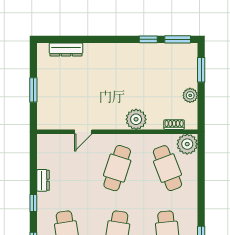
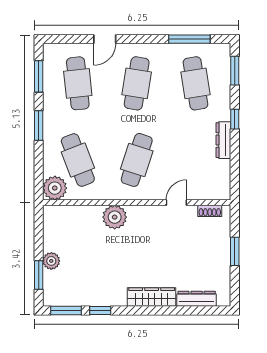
wardrobe: (104, 51) -> (152, 297), added
plant: (190, 95) -> (51, 261), moved
shoe rack: (174, 125) -> (210, 211), moved
dresser: (43, 180) -> (223, 140), width x1.44
window: (201, 197) -> (39, 126), added

